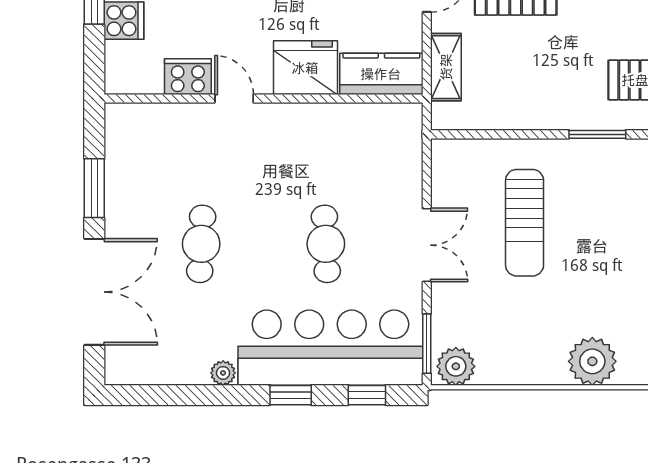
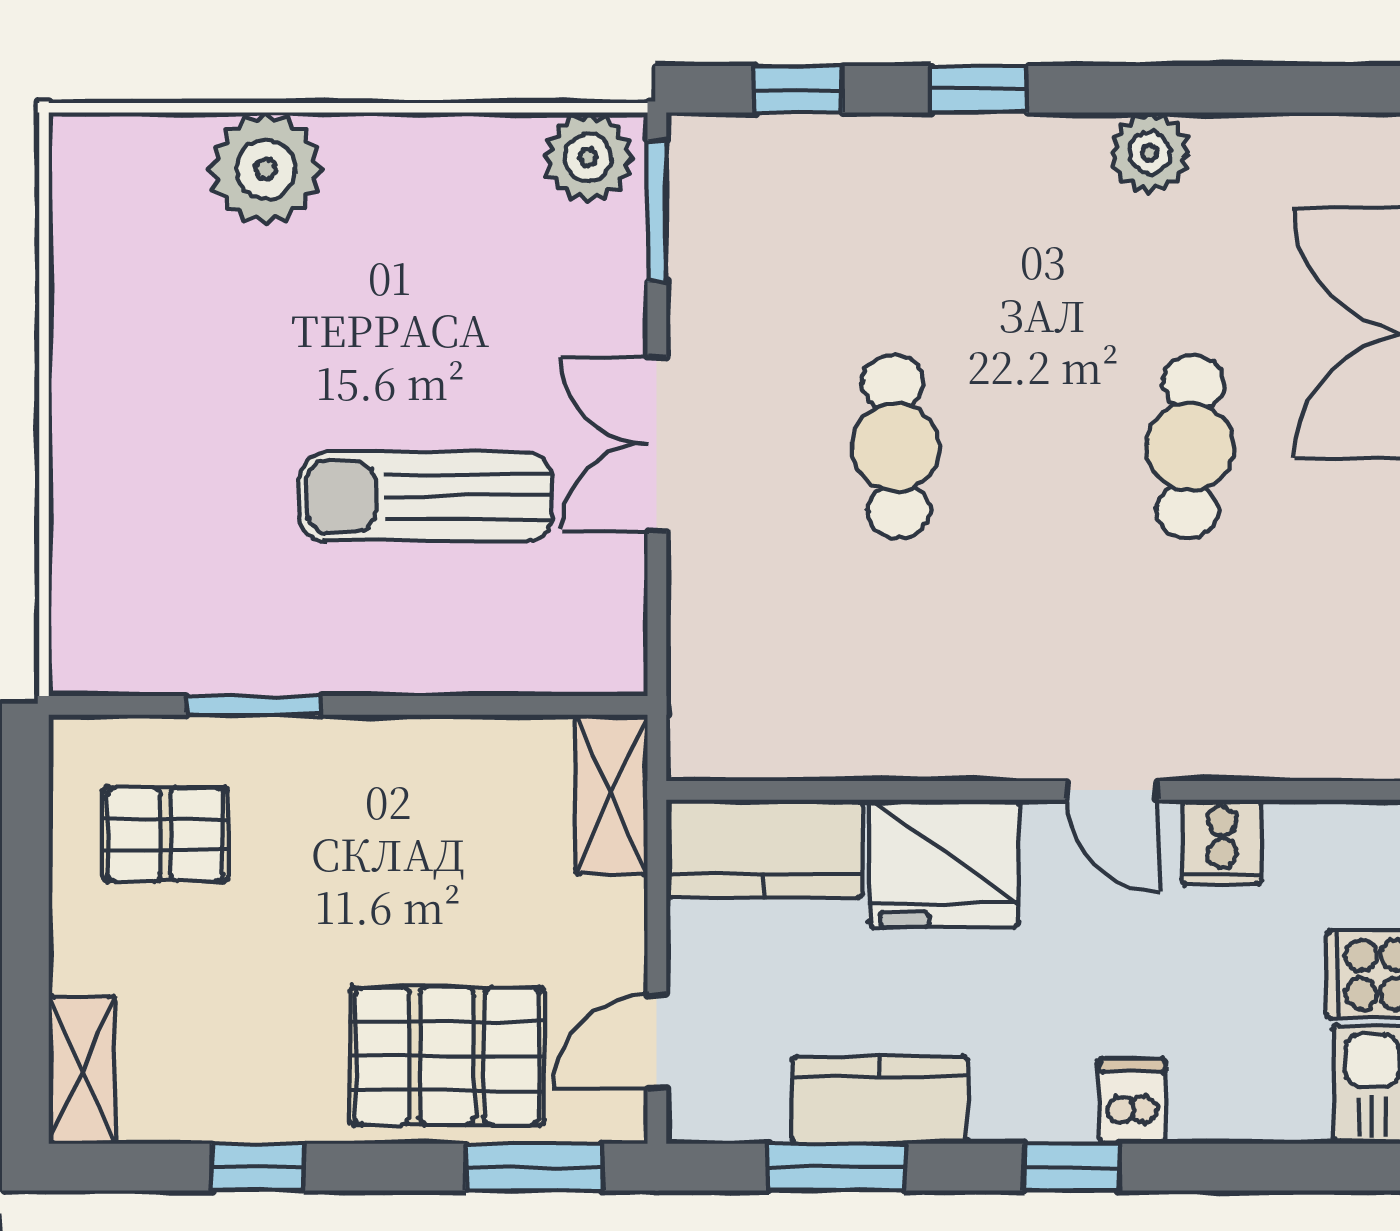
shelving: (446, 67) -> (612, 795), moved
cooker: (188, 77) -> (1222, 842), width x0.73
sun lounger: (525, 223) -> (426, 497), turned -90
bar counter: (330, 348) -> (885, 201), removed
plant: (223, 373) -> (1149, 153), width x1.38, depth x1.38

